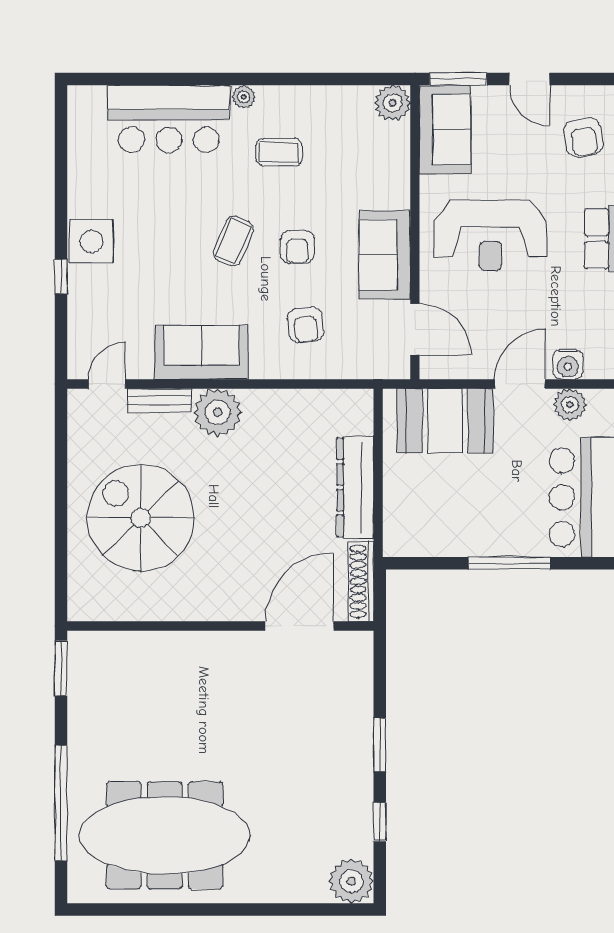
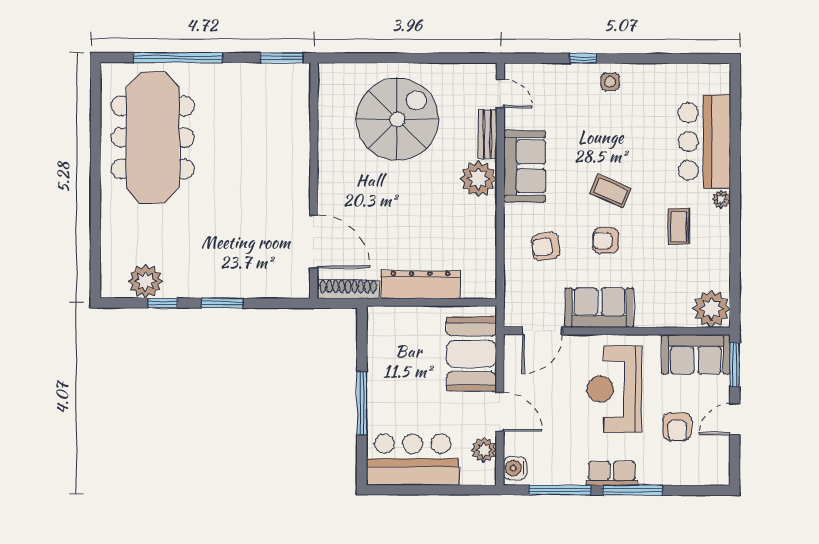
plant: (392, 103) -> (711, 309), width x1.36, depth x1.36
armchair: (583, 137) -> (677, 427), moved, turned -80
side table: (91, 242) -> (610, 82), width x0.54, depth x0.54
water cooler: (568, 364) -> (515, 468), moved
plant: (351, 881) -> (145, 281), moved

